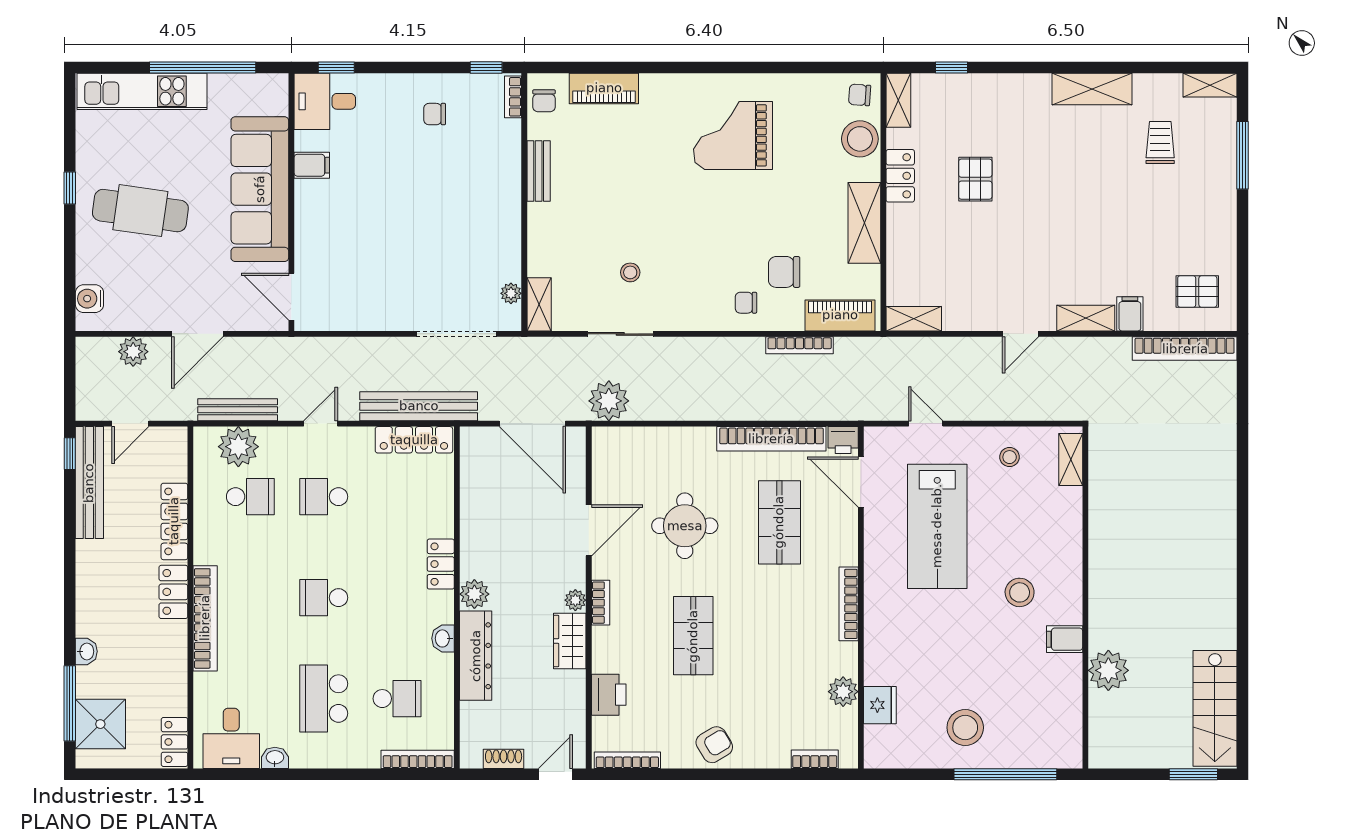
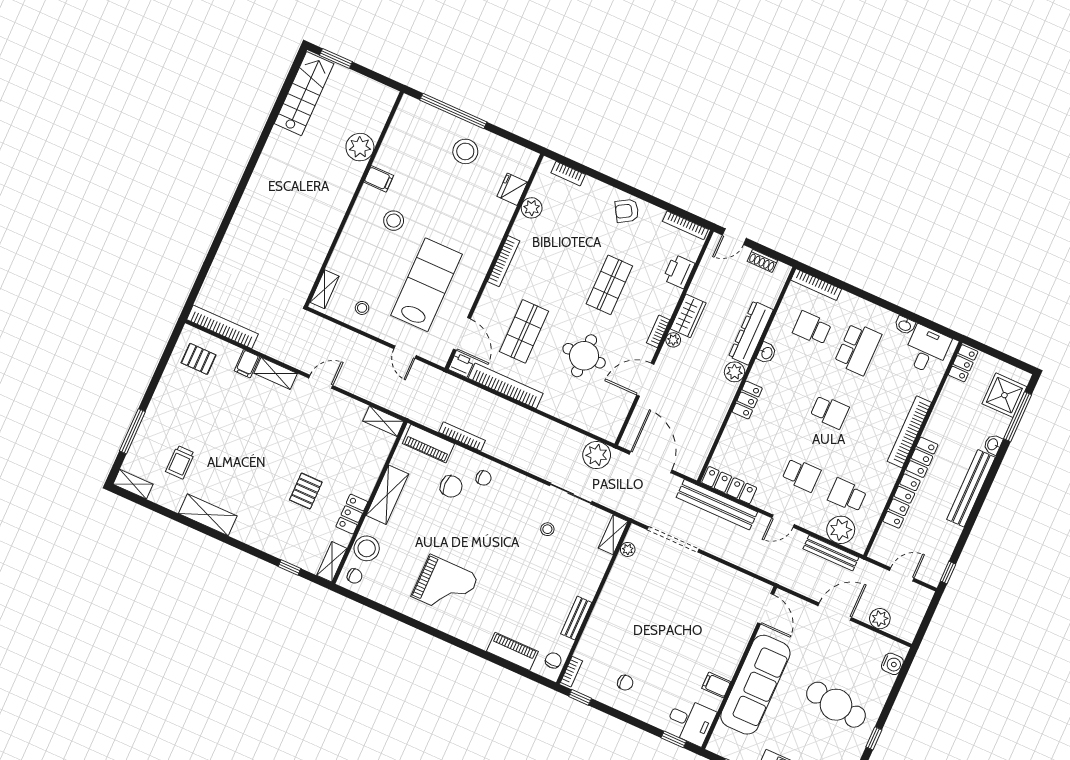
bench: (89, 483) -> (971, 488), moved

